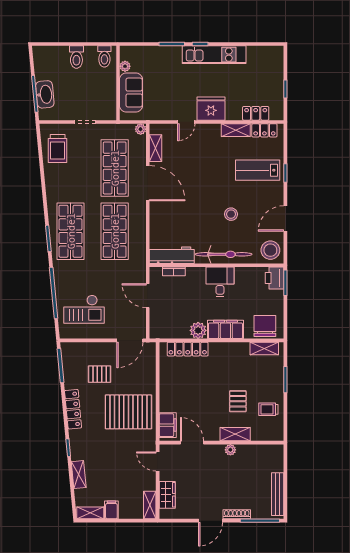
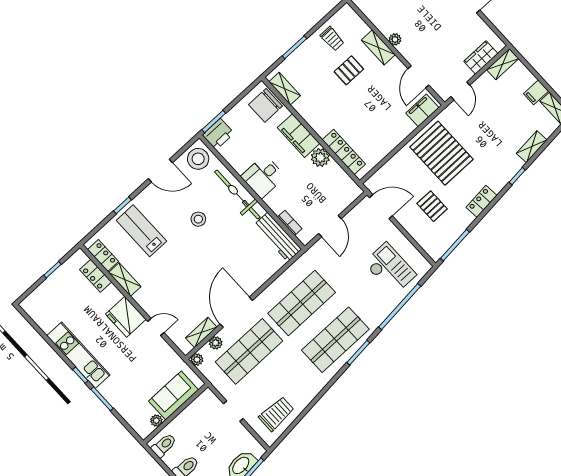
plant: (140, 151) -> (216, 343), added
lab bench: (258, 170) -> (141, 231), turned 180
locker: (73, 409) -> (482, 201), width x0.66

